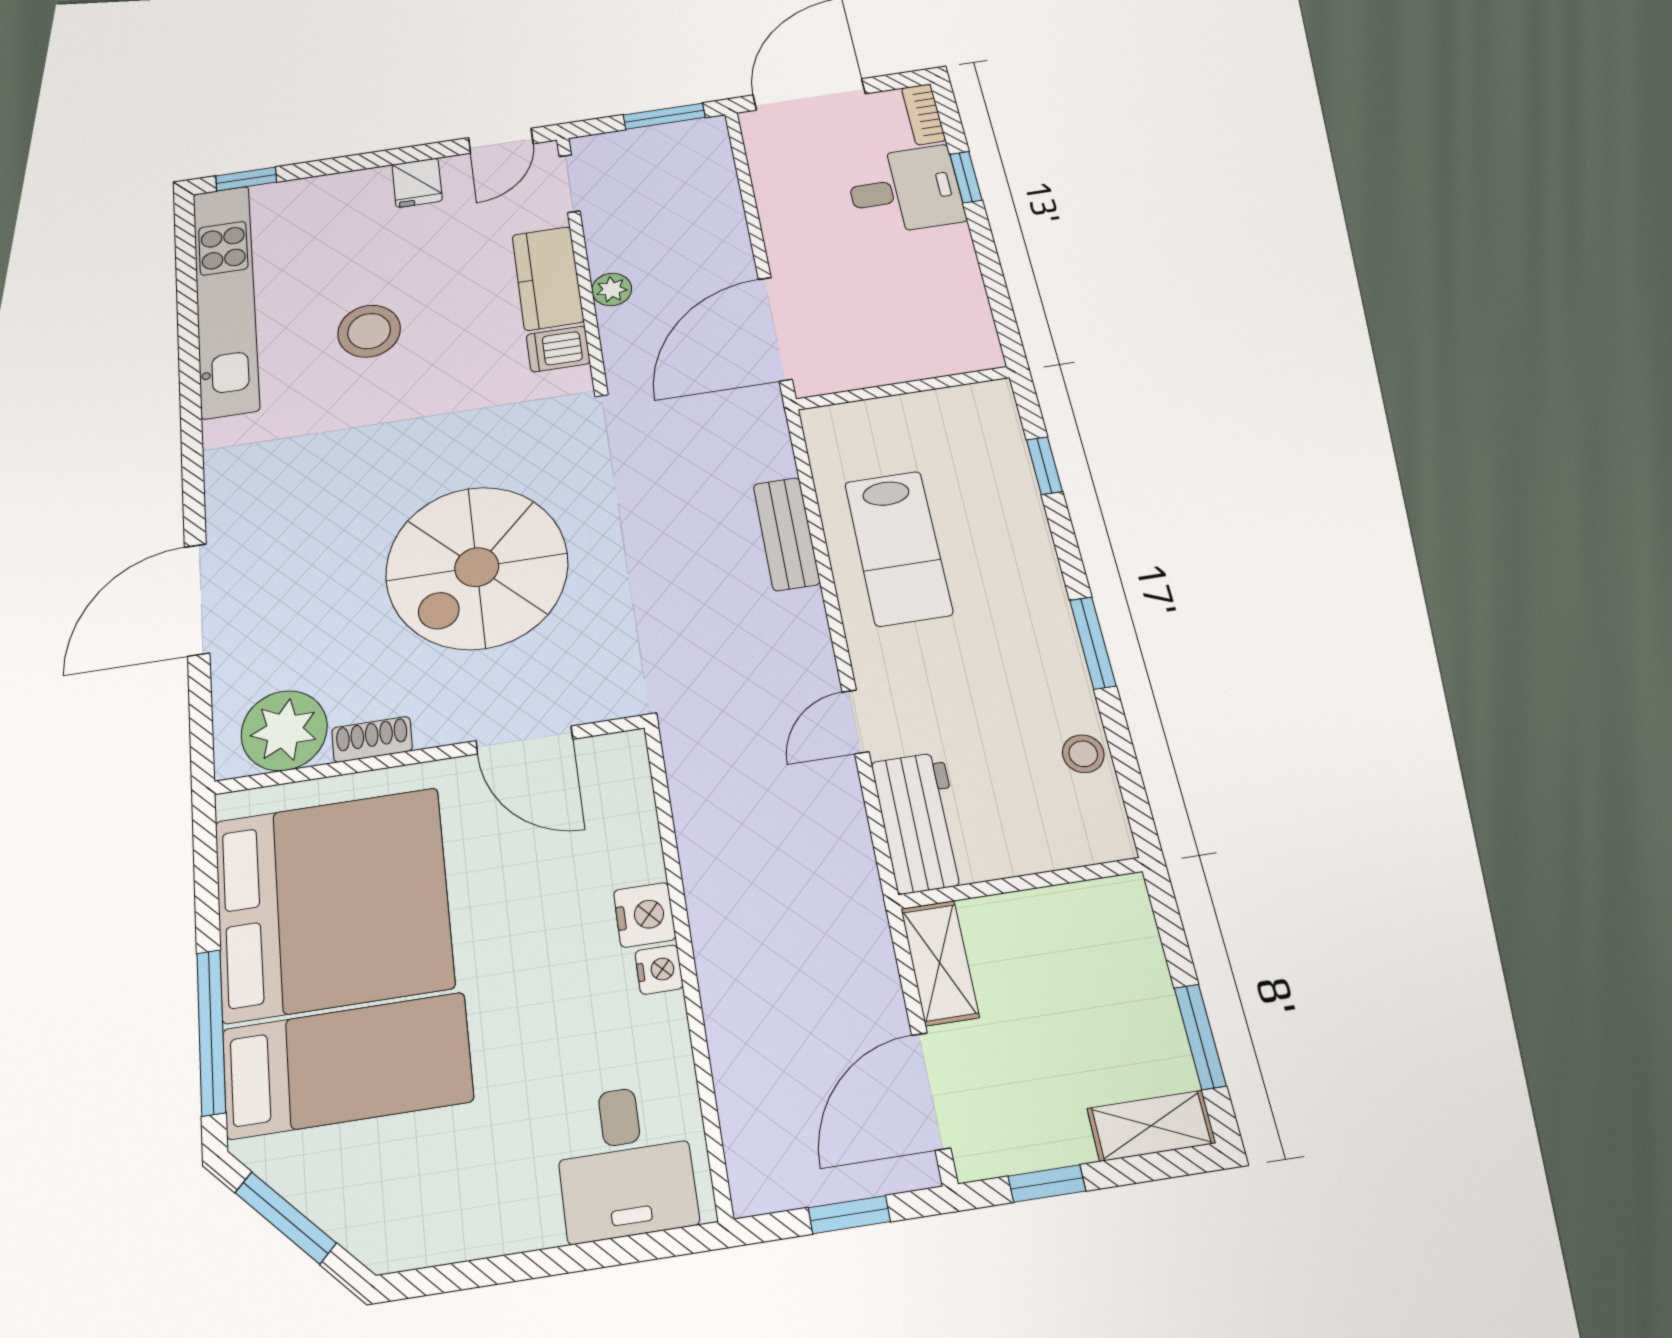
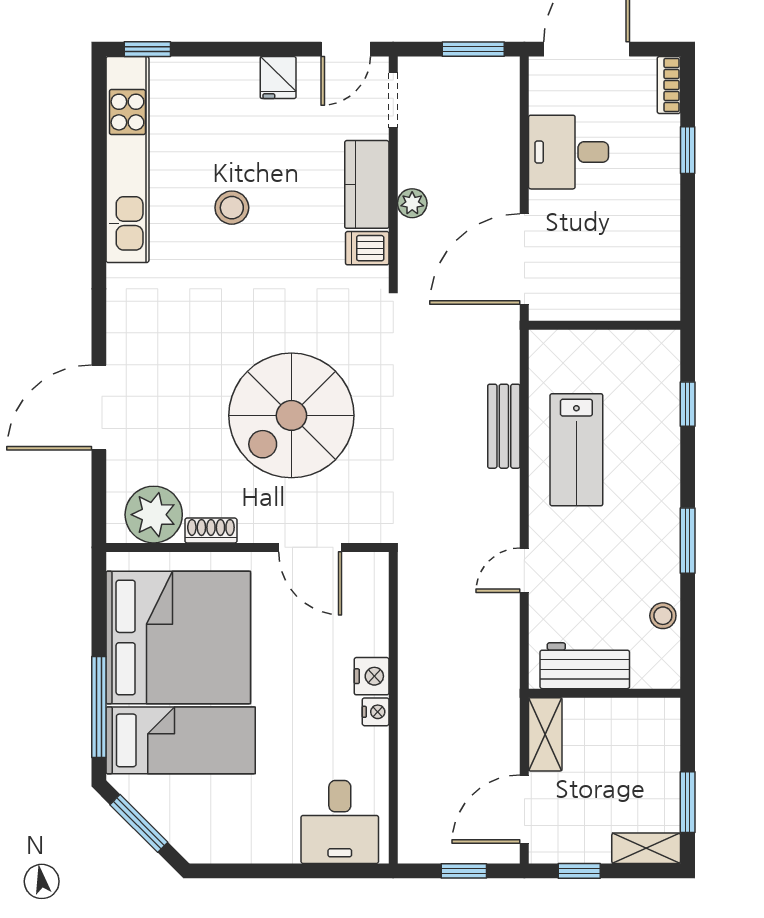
desk: (905, 190) -> (569, 152), moved, turned 180
stool: (369, 331) -> (232, 208), width x0.73, depth x0.73
workbench: (920, 822) -> (585, 666), moved, turned -90

